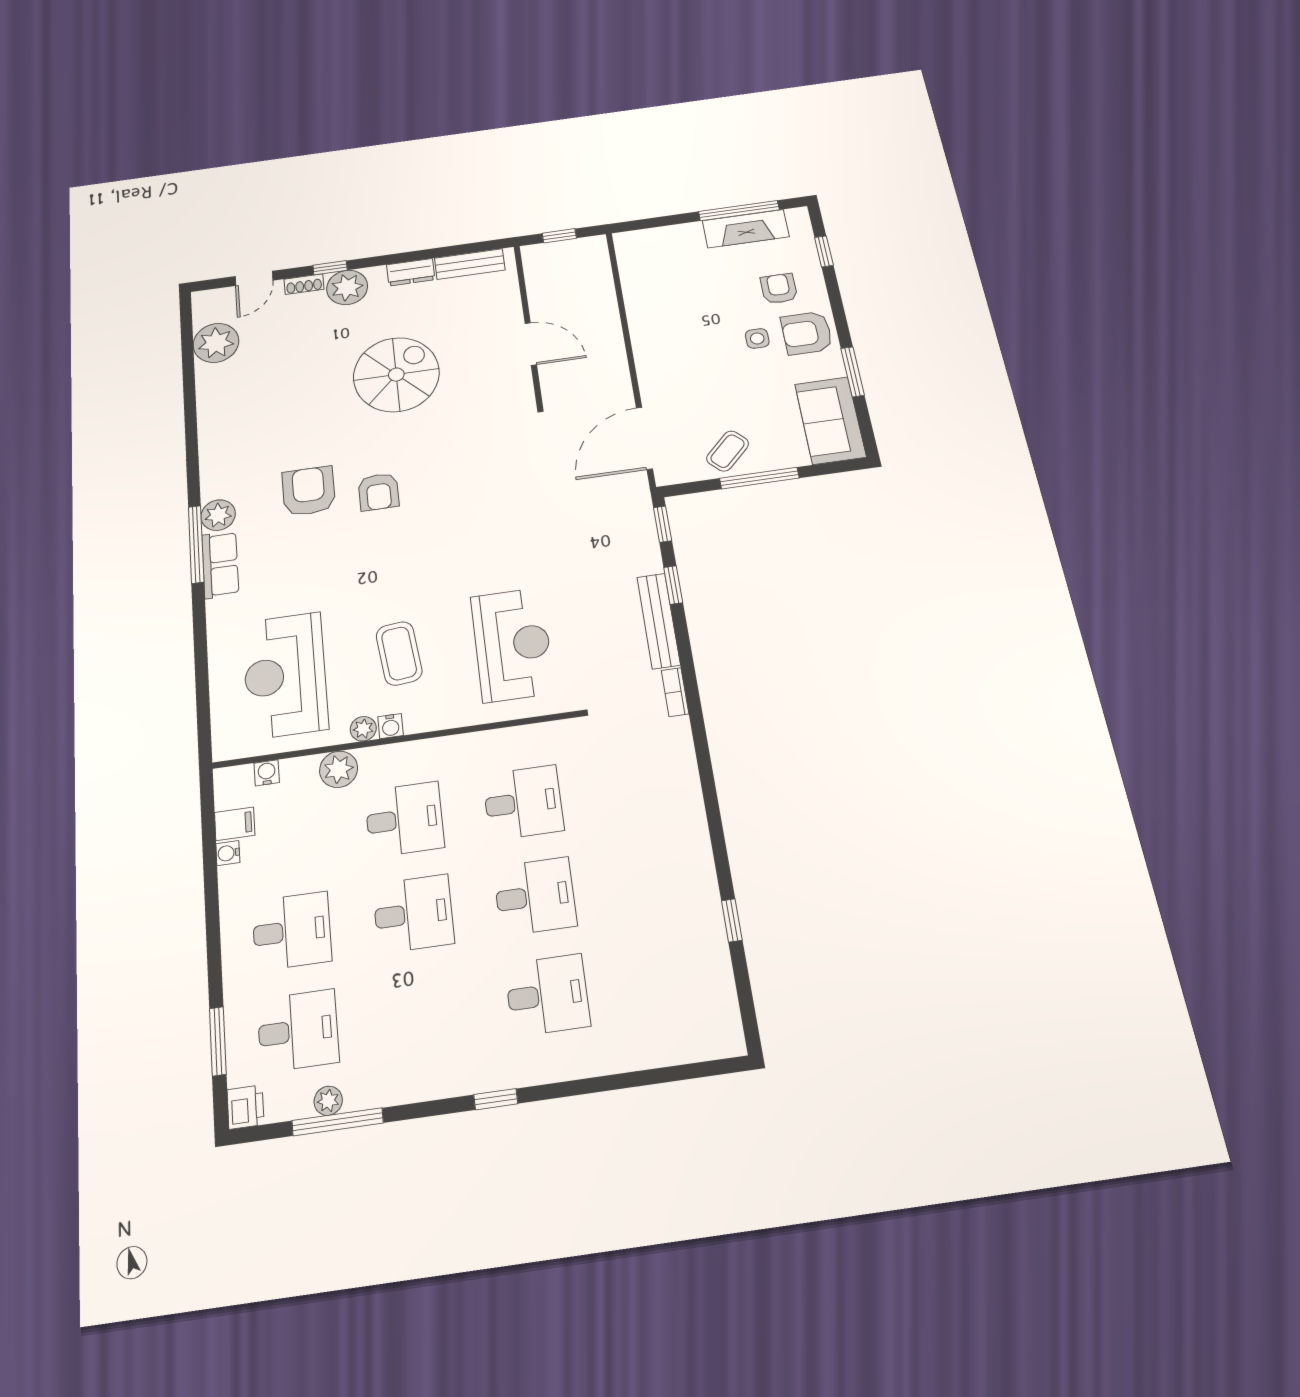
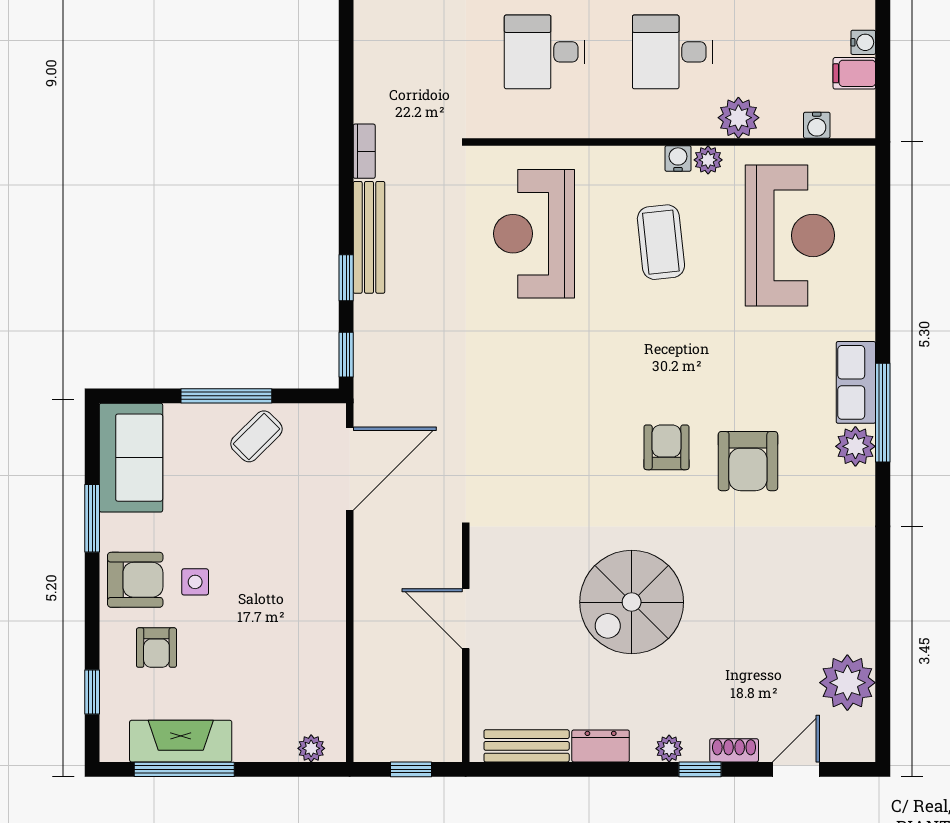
plant: (641, 238) -> (311, 748), added
plant: (347, 287) -> (669, 749), width x0.53, depth x0.53

